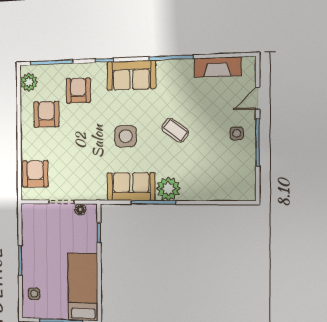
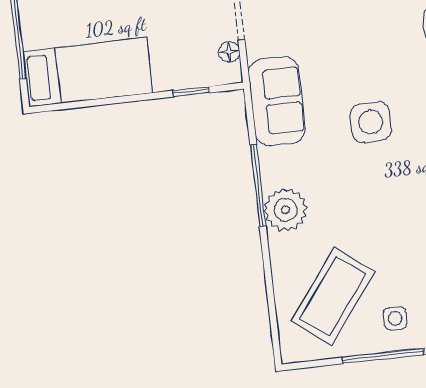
coffee table: (175, 130) -> (333, 296), moved, width x1.86, depth x1.72
sofa: (131, 187) -> (277, 101), moved

